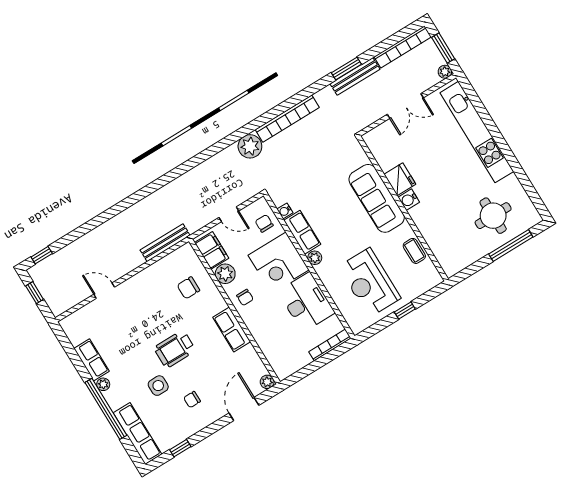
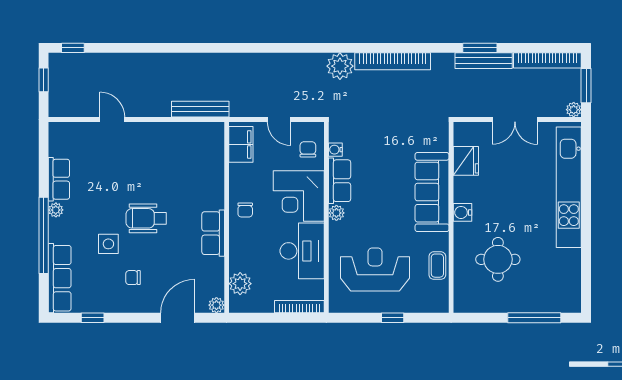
fridge: (400, 179) -> (466, 161), moved
round table: (493, 216) -> (498, 259), moved
plant: (225, 274) -> (240, 284), moved
reception desk: (369, 282) -> (375, 270), turned 90
chair: (188, 288) -> (196, 167), removed

